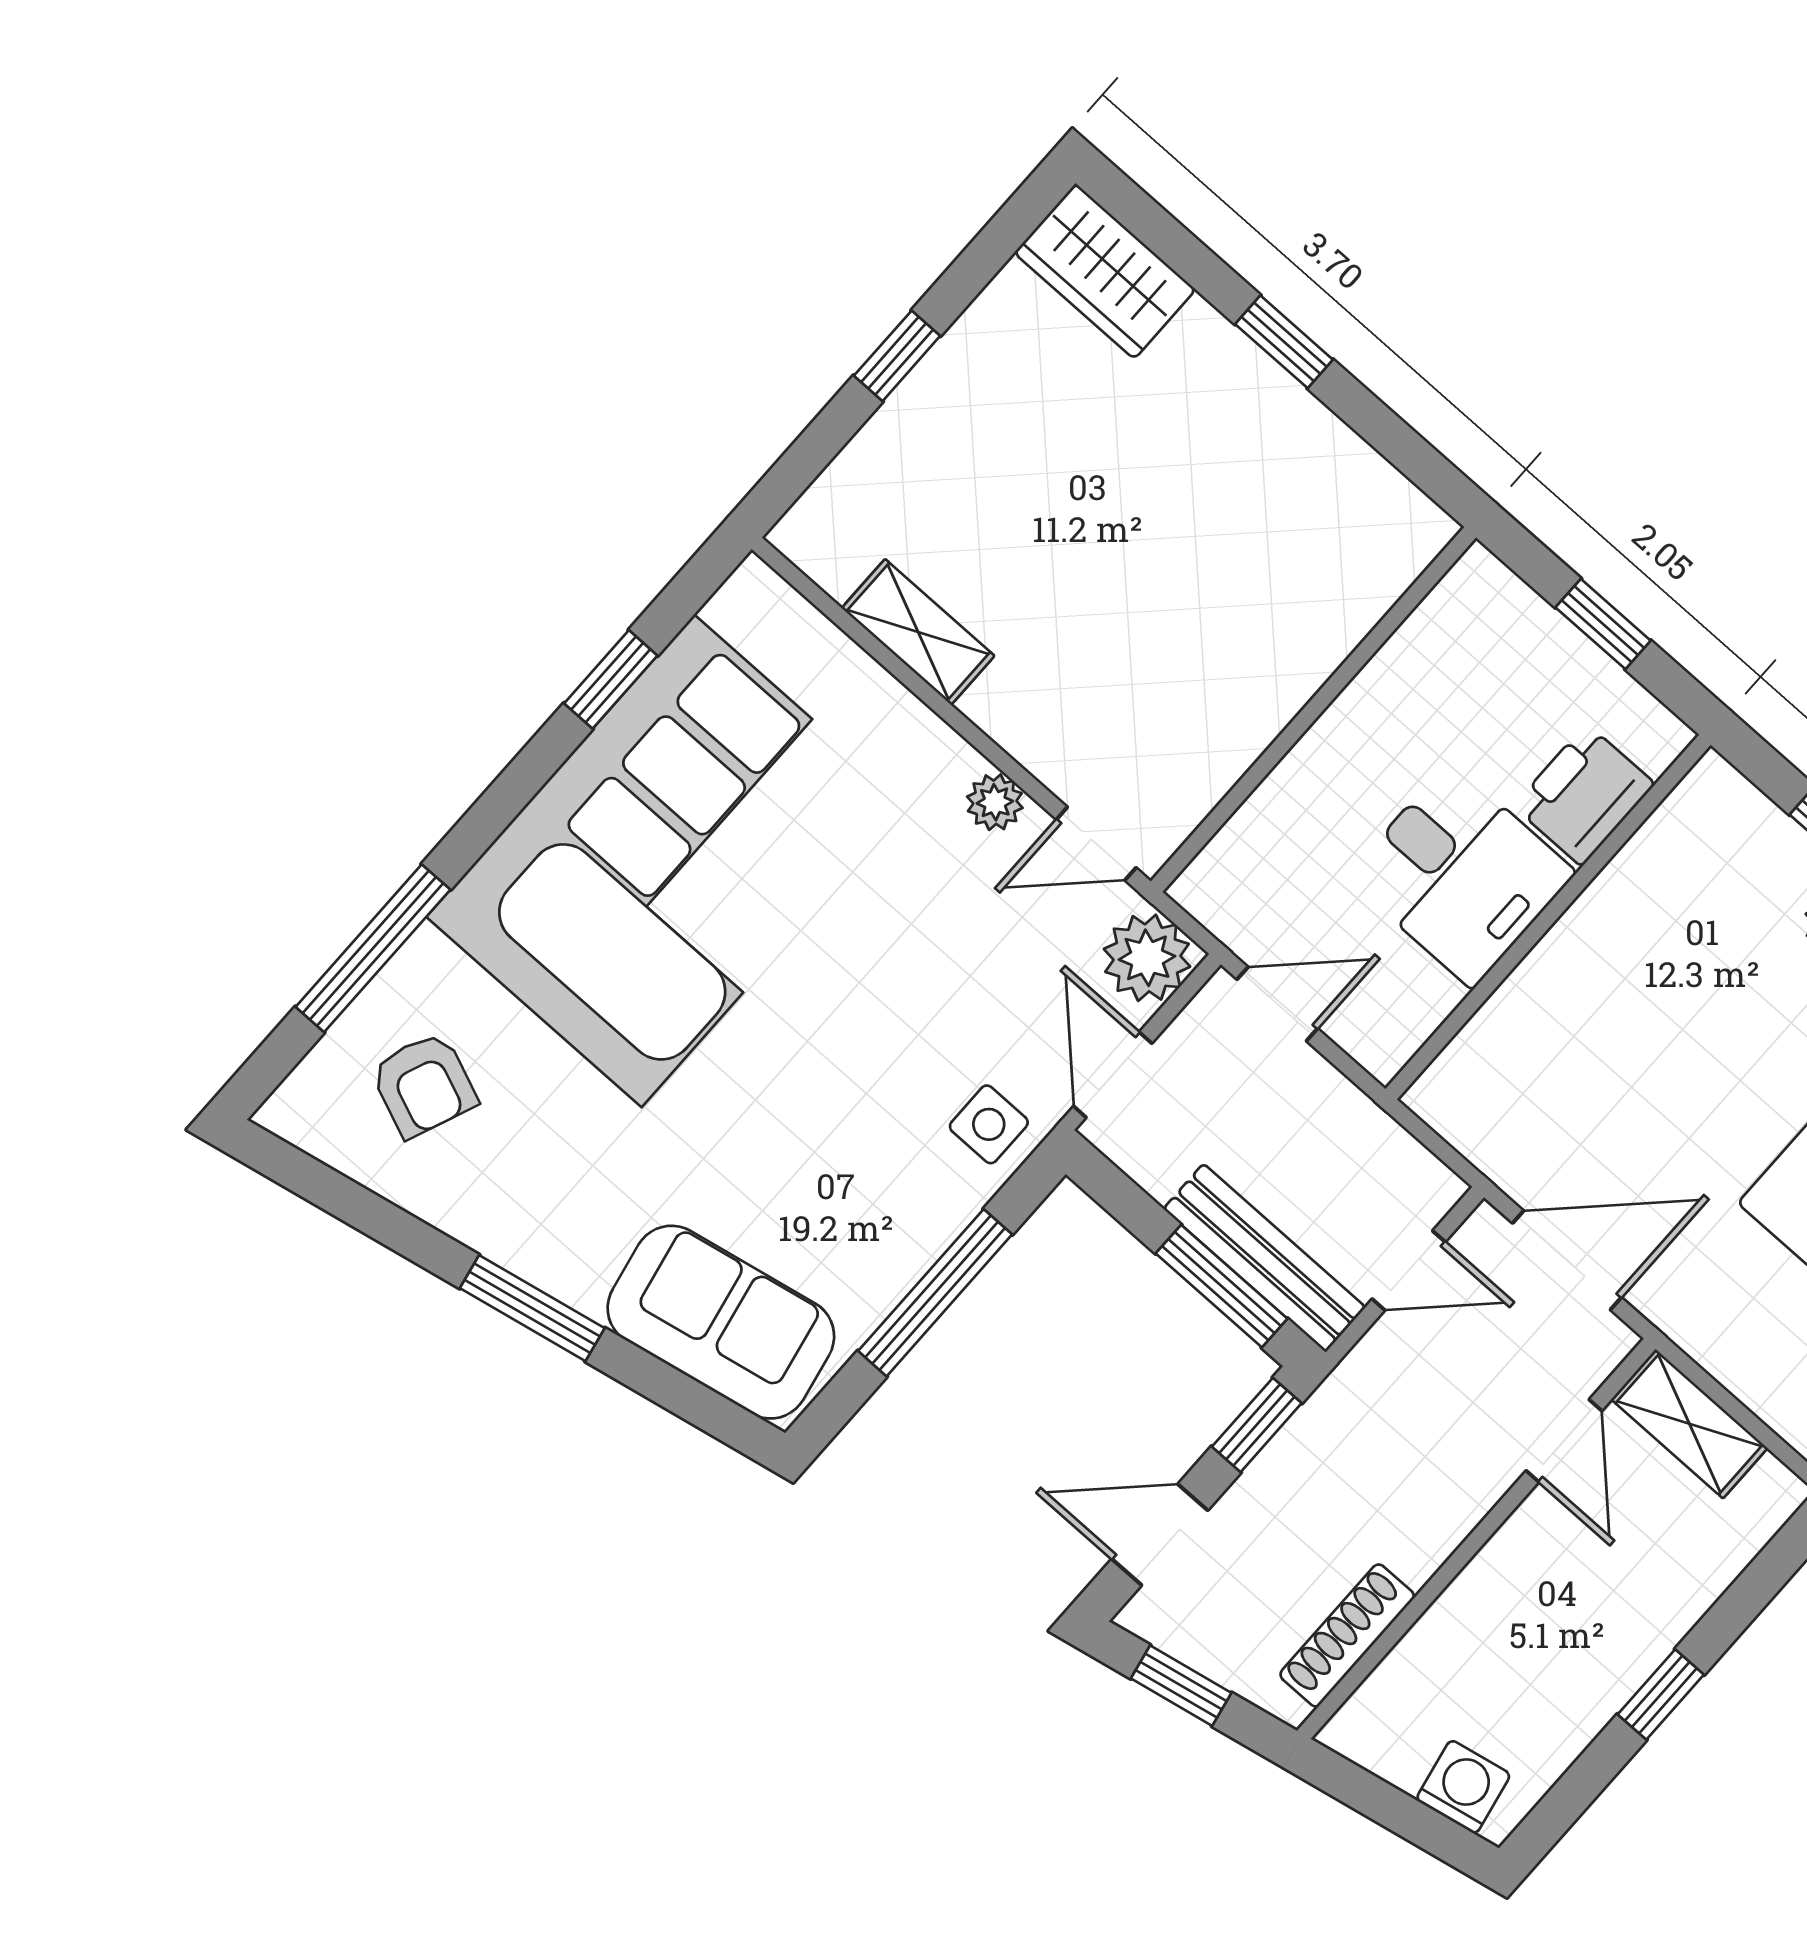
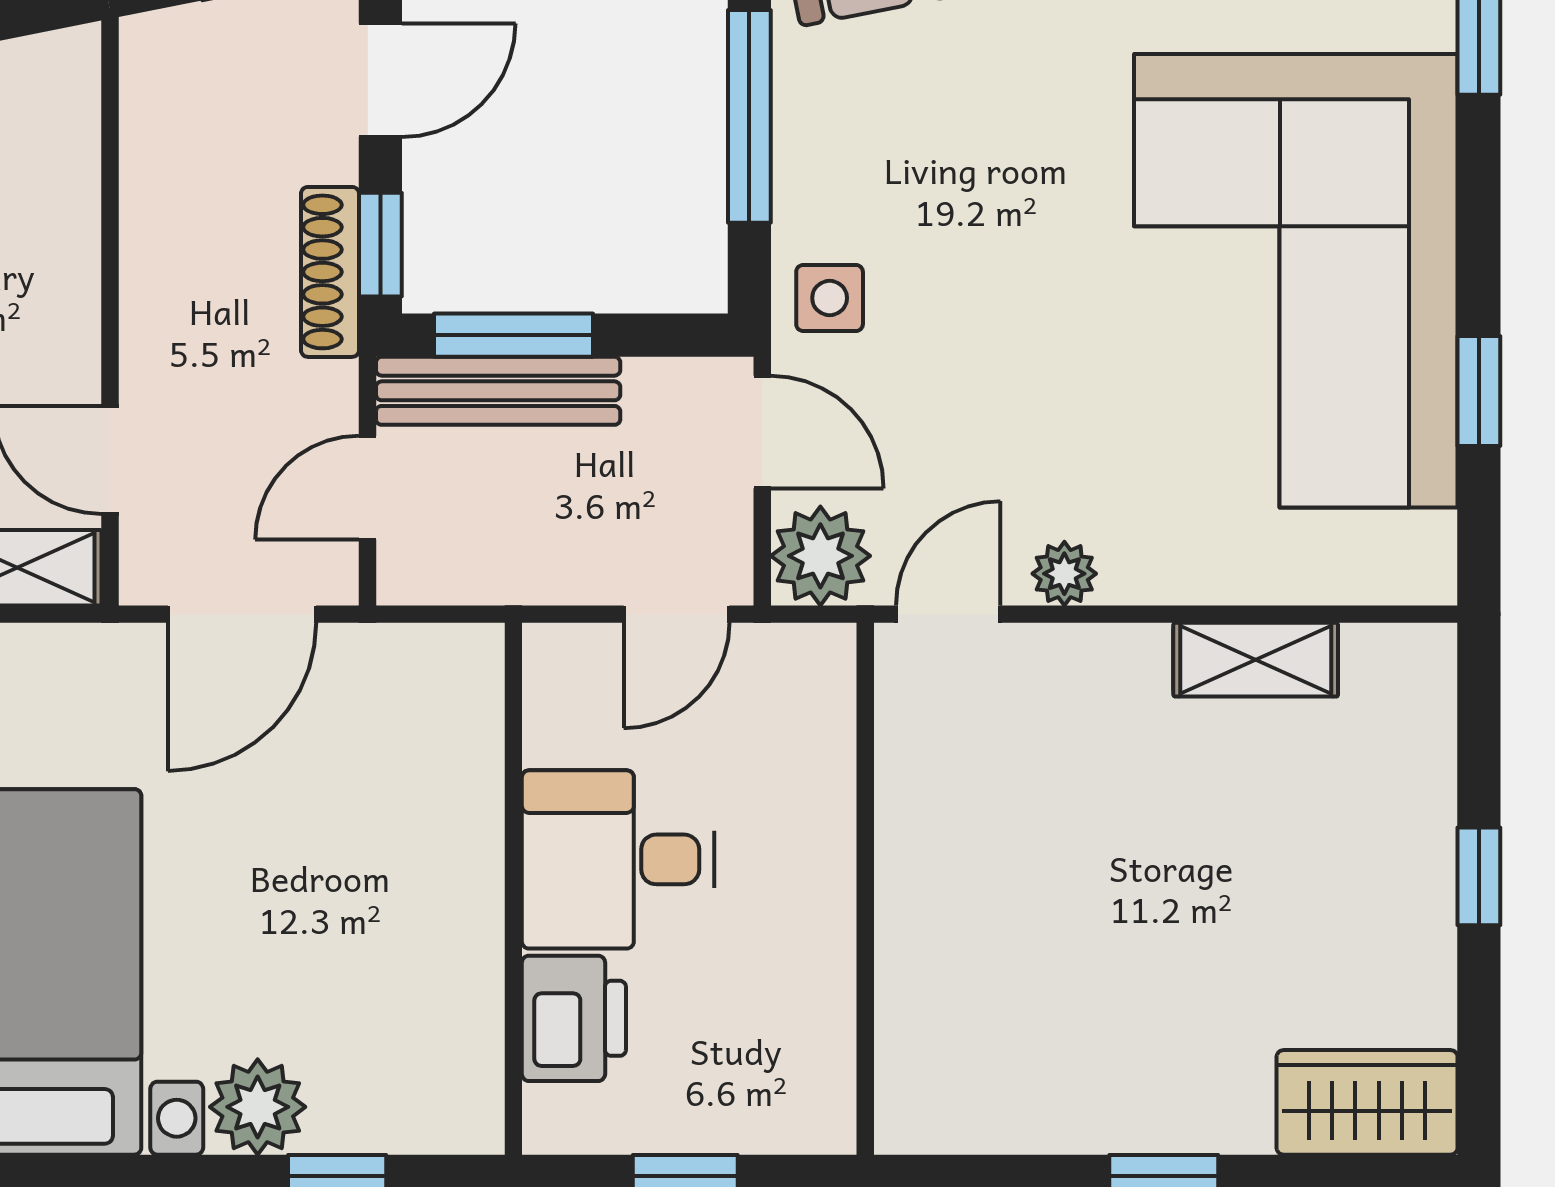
shoe rack: (1347, 1635) -> (330, 272), moved, turned 180

